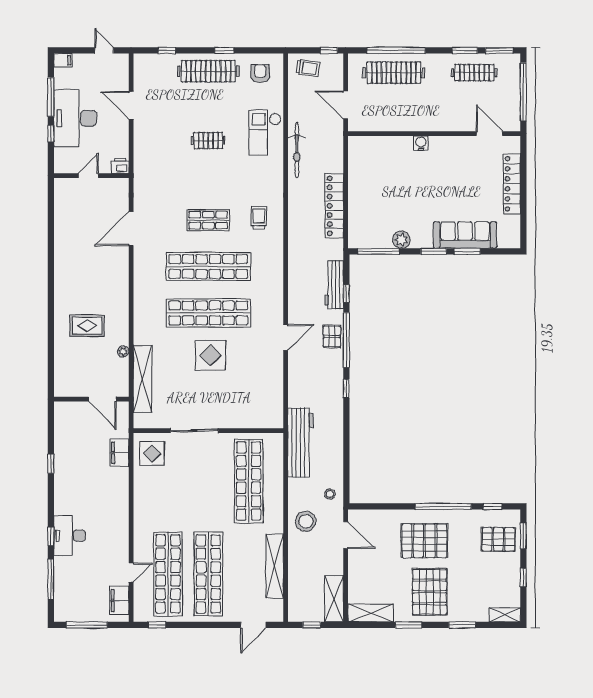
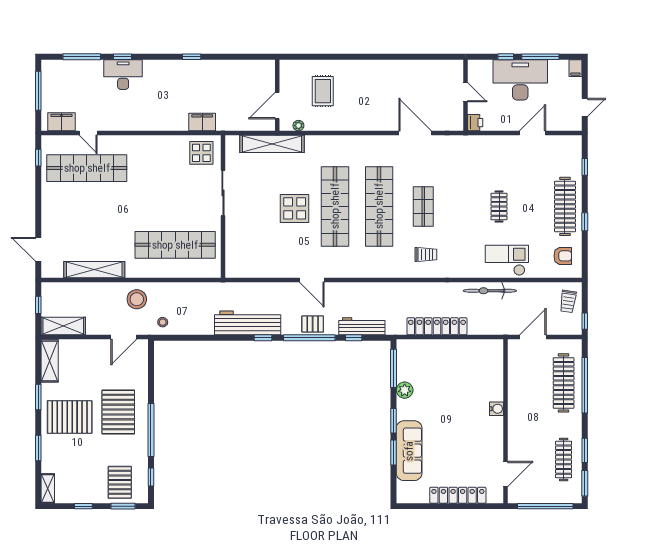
wall: (91, 399) -> (277, 95), moved
door: (102, 399) -> (277, 106), moved
workbench: (300, 443) -> (248, 323), moved, turned 180
shop shelf: (208, 574) -> (87, 206), removed

